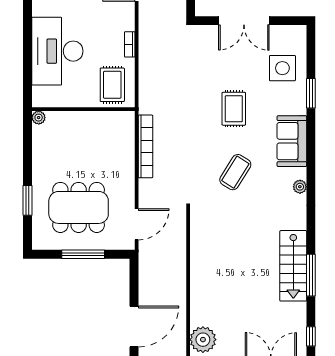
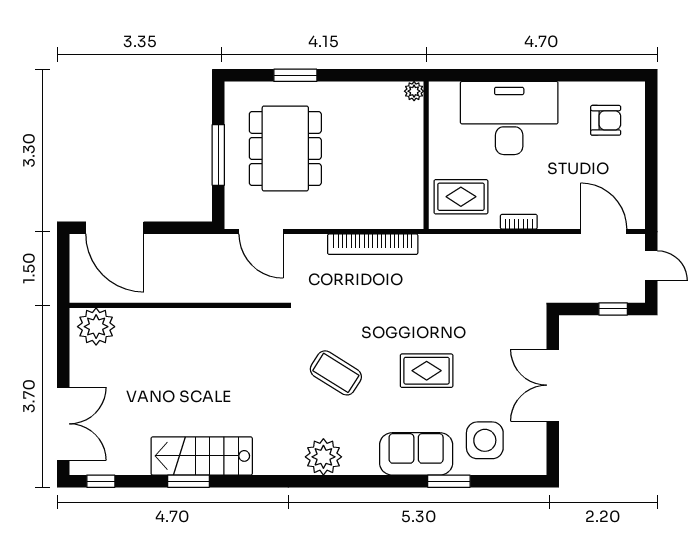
sofa: (292, 141) -> (416, 454), moved
plant: (300, 187) -> (323, 457), width x1.88, depth x1.88
window: (311, 275) -> (188, 481), width x0.69

